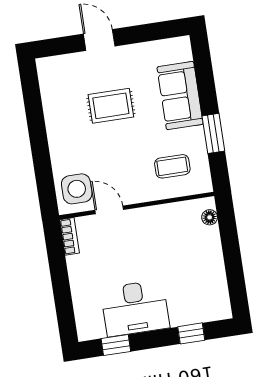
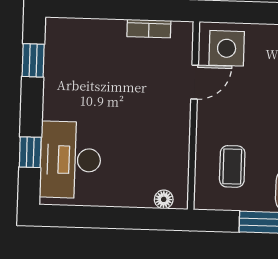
bookcase: (69, 236) -> (149, 29), moved
desk: (135, 308) -> (70, 160), moved

